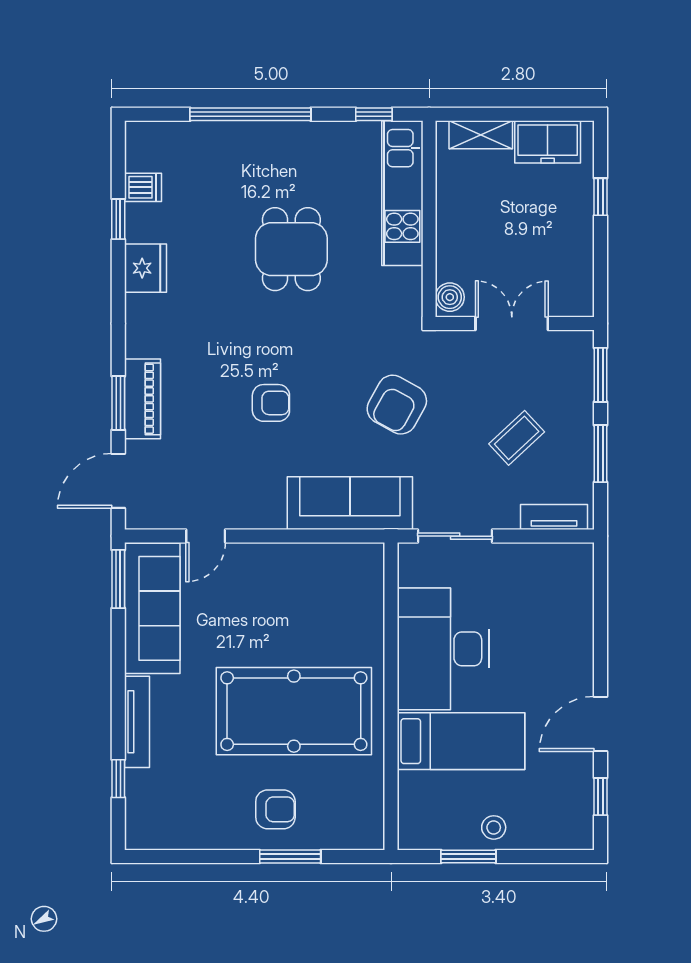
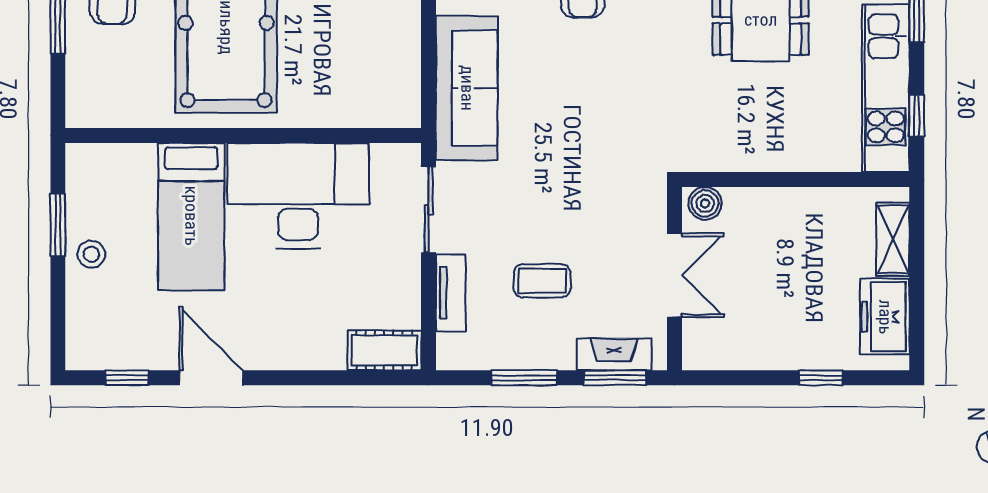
kitchen unit: (402, 193) -> (886, 88), moved, turned -90
fireplace: (580, 376) -> (614, 354), added
armchair: (397, 405) -> (581, 142), removed
coffee table: (517, 438) -> (542, 281), turned -47
tv unit: (554, 517) -> (451, 293), moved
cot: (577, 574) -> (384, 350), added

